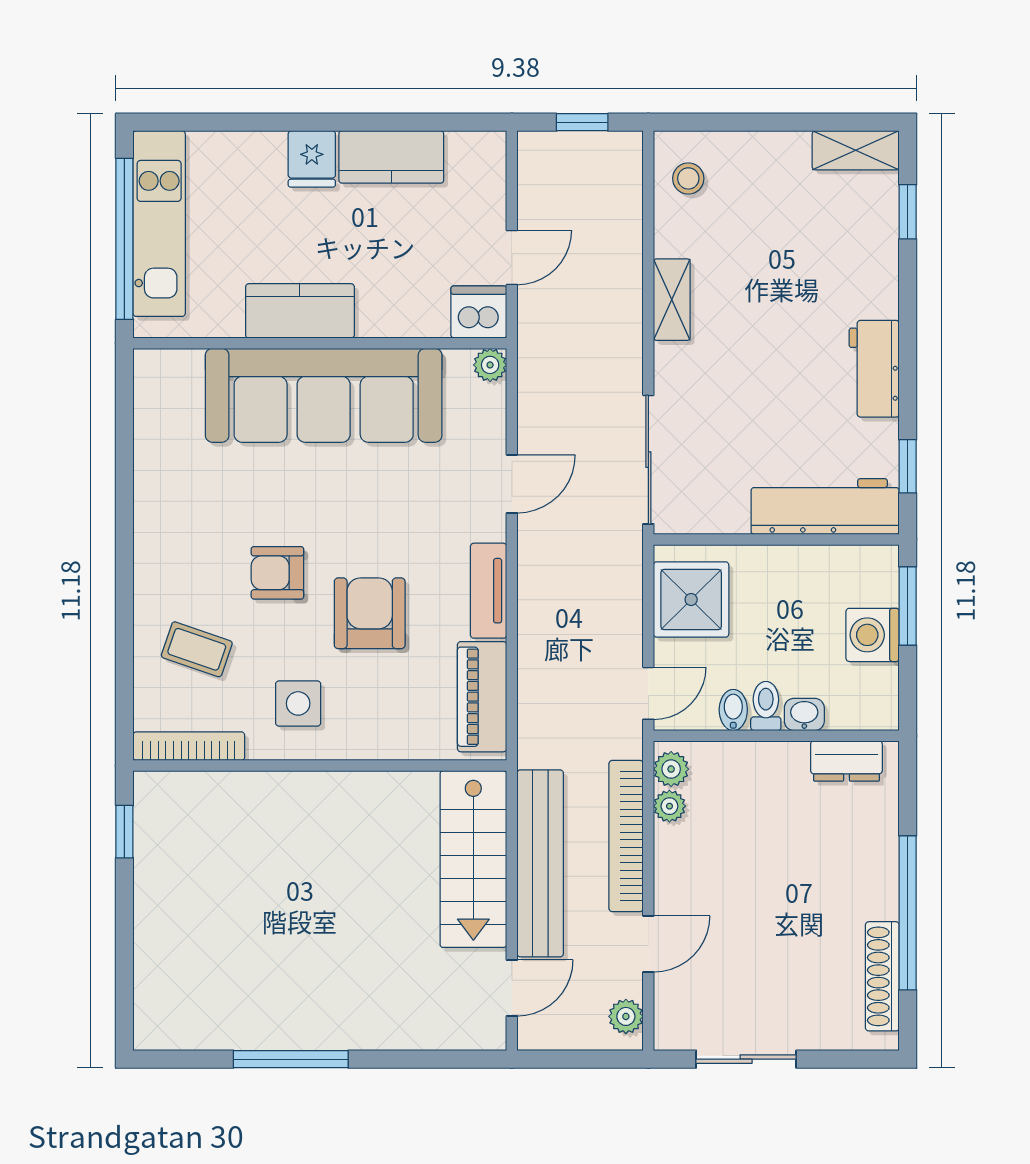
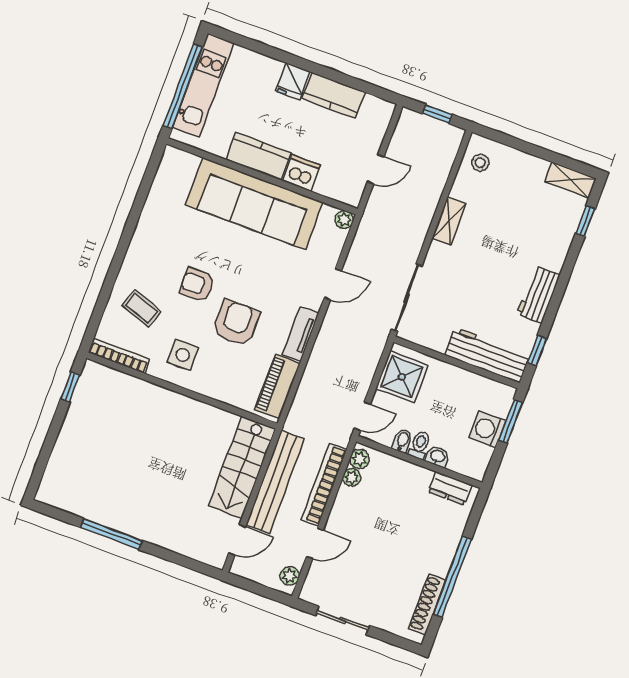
dishwasher: (479, 312) -> (301, 173), moved

